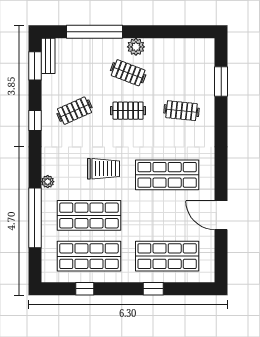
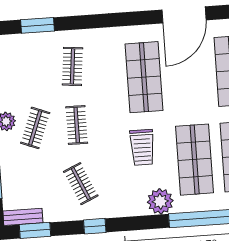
trolley: (103, 169) -> (142, 147), turned 180
plant: (48, 182) -> (160, 201), width x1.87, depth x1.87
door: (221, 215) -> (184, 15), width x1.36

